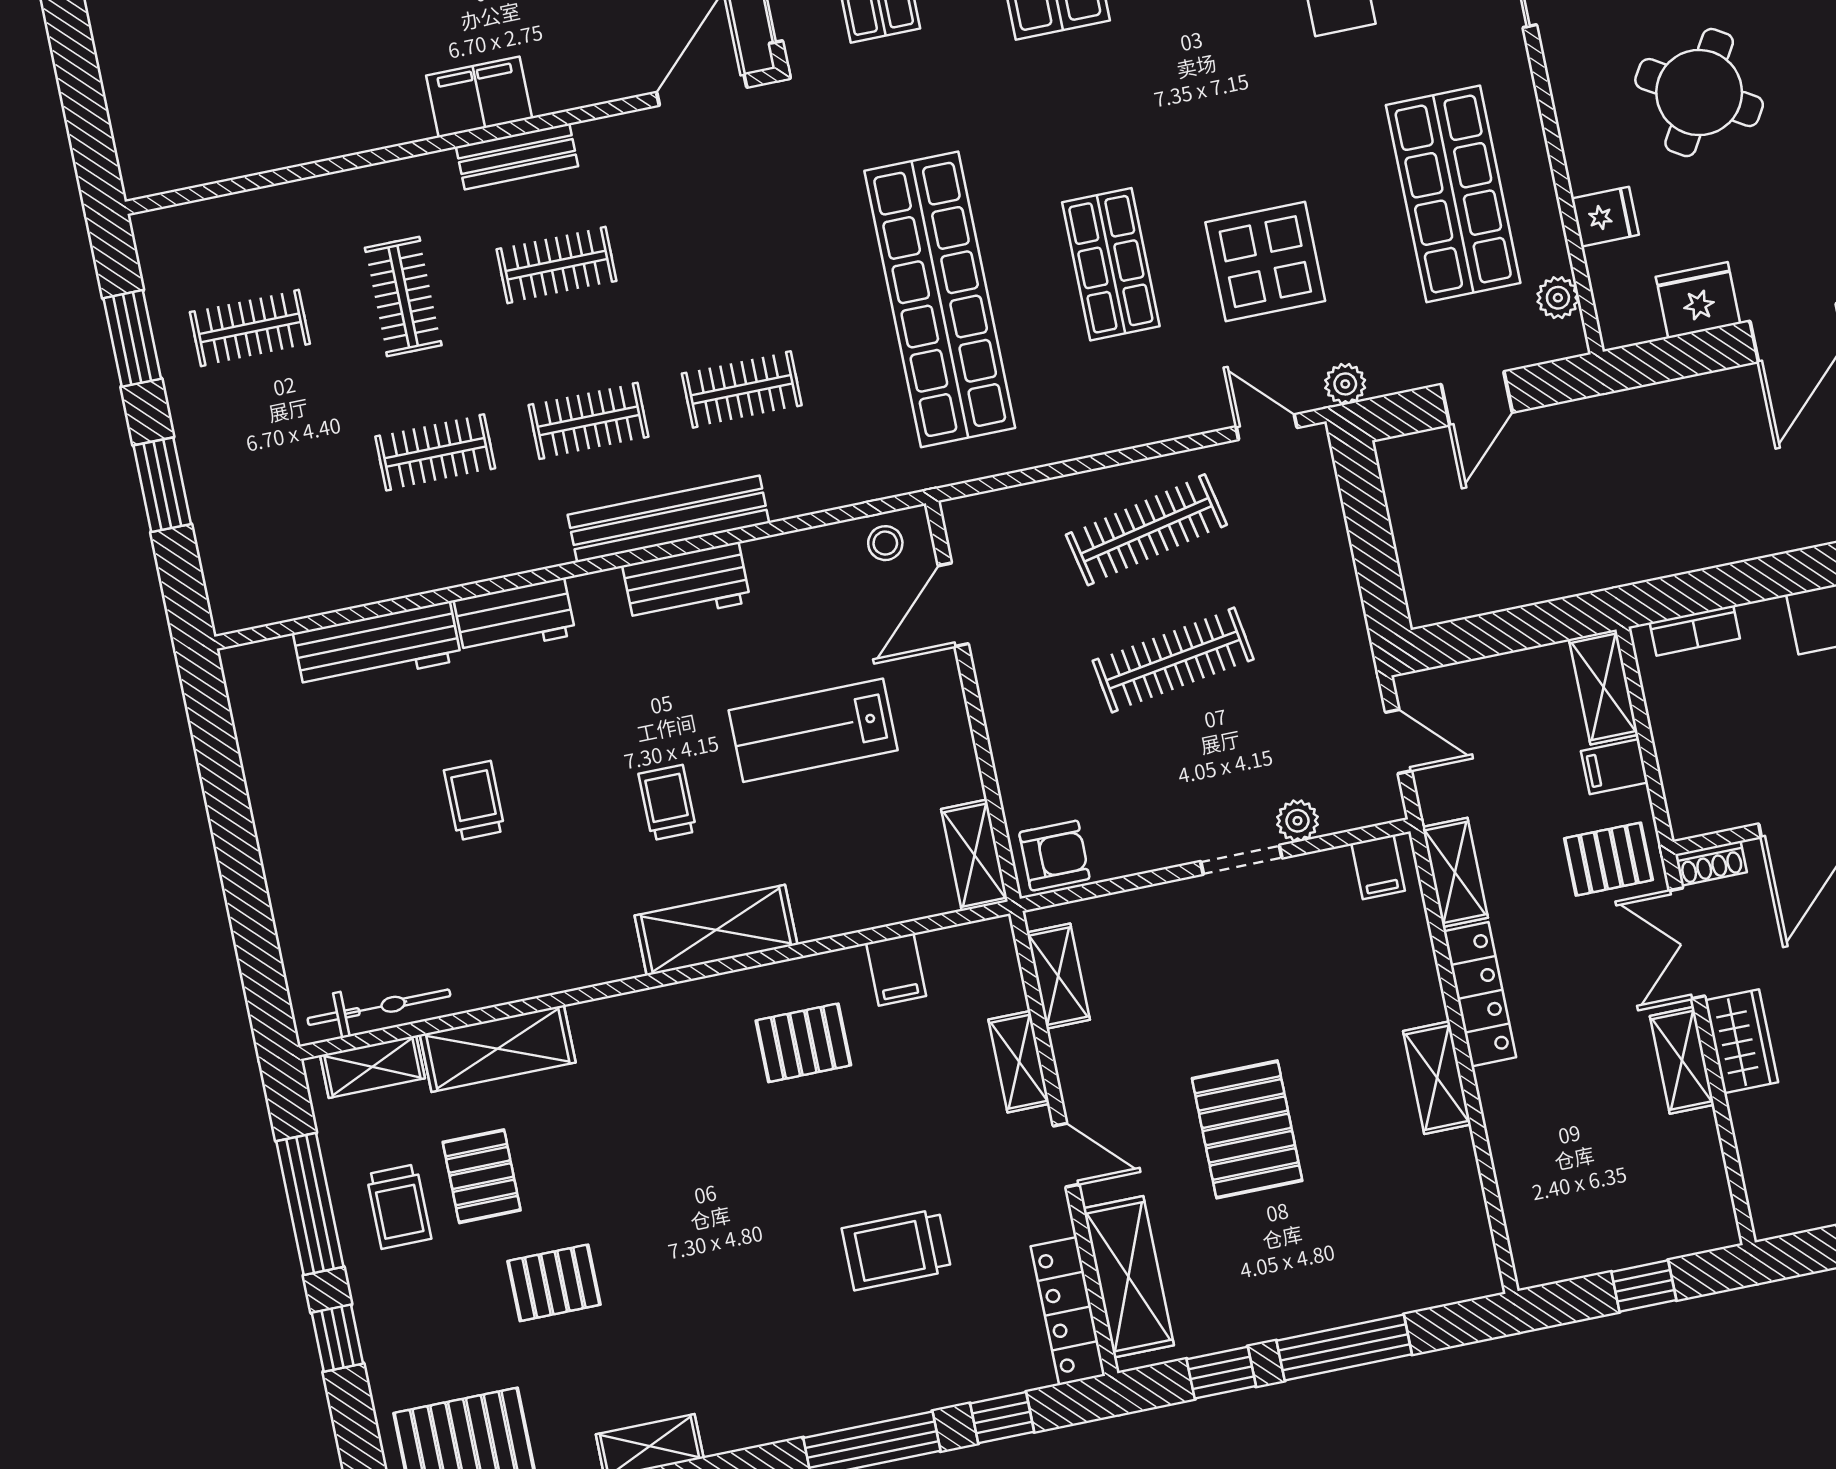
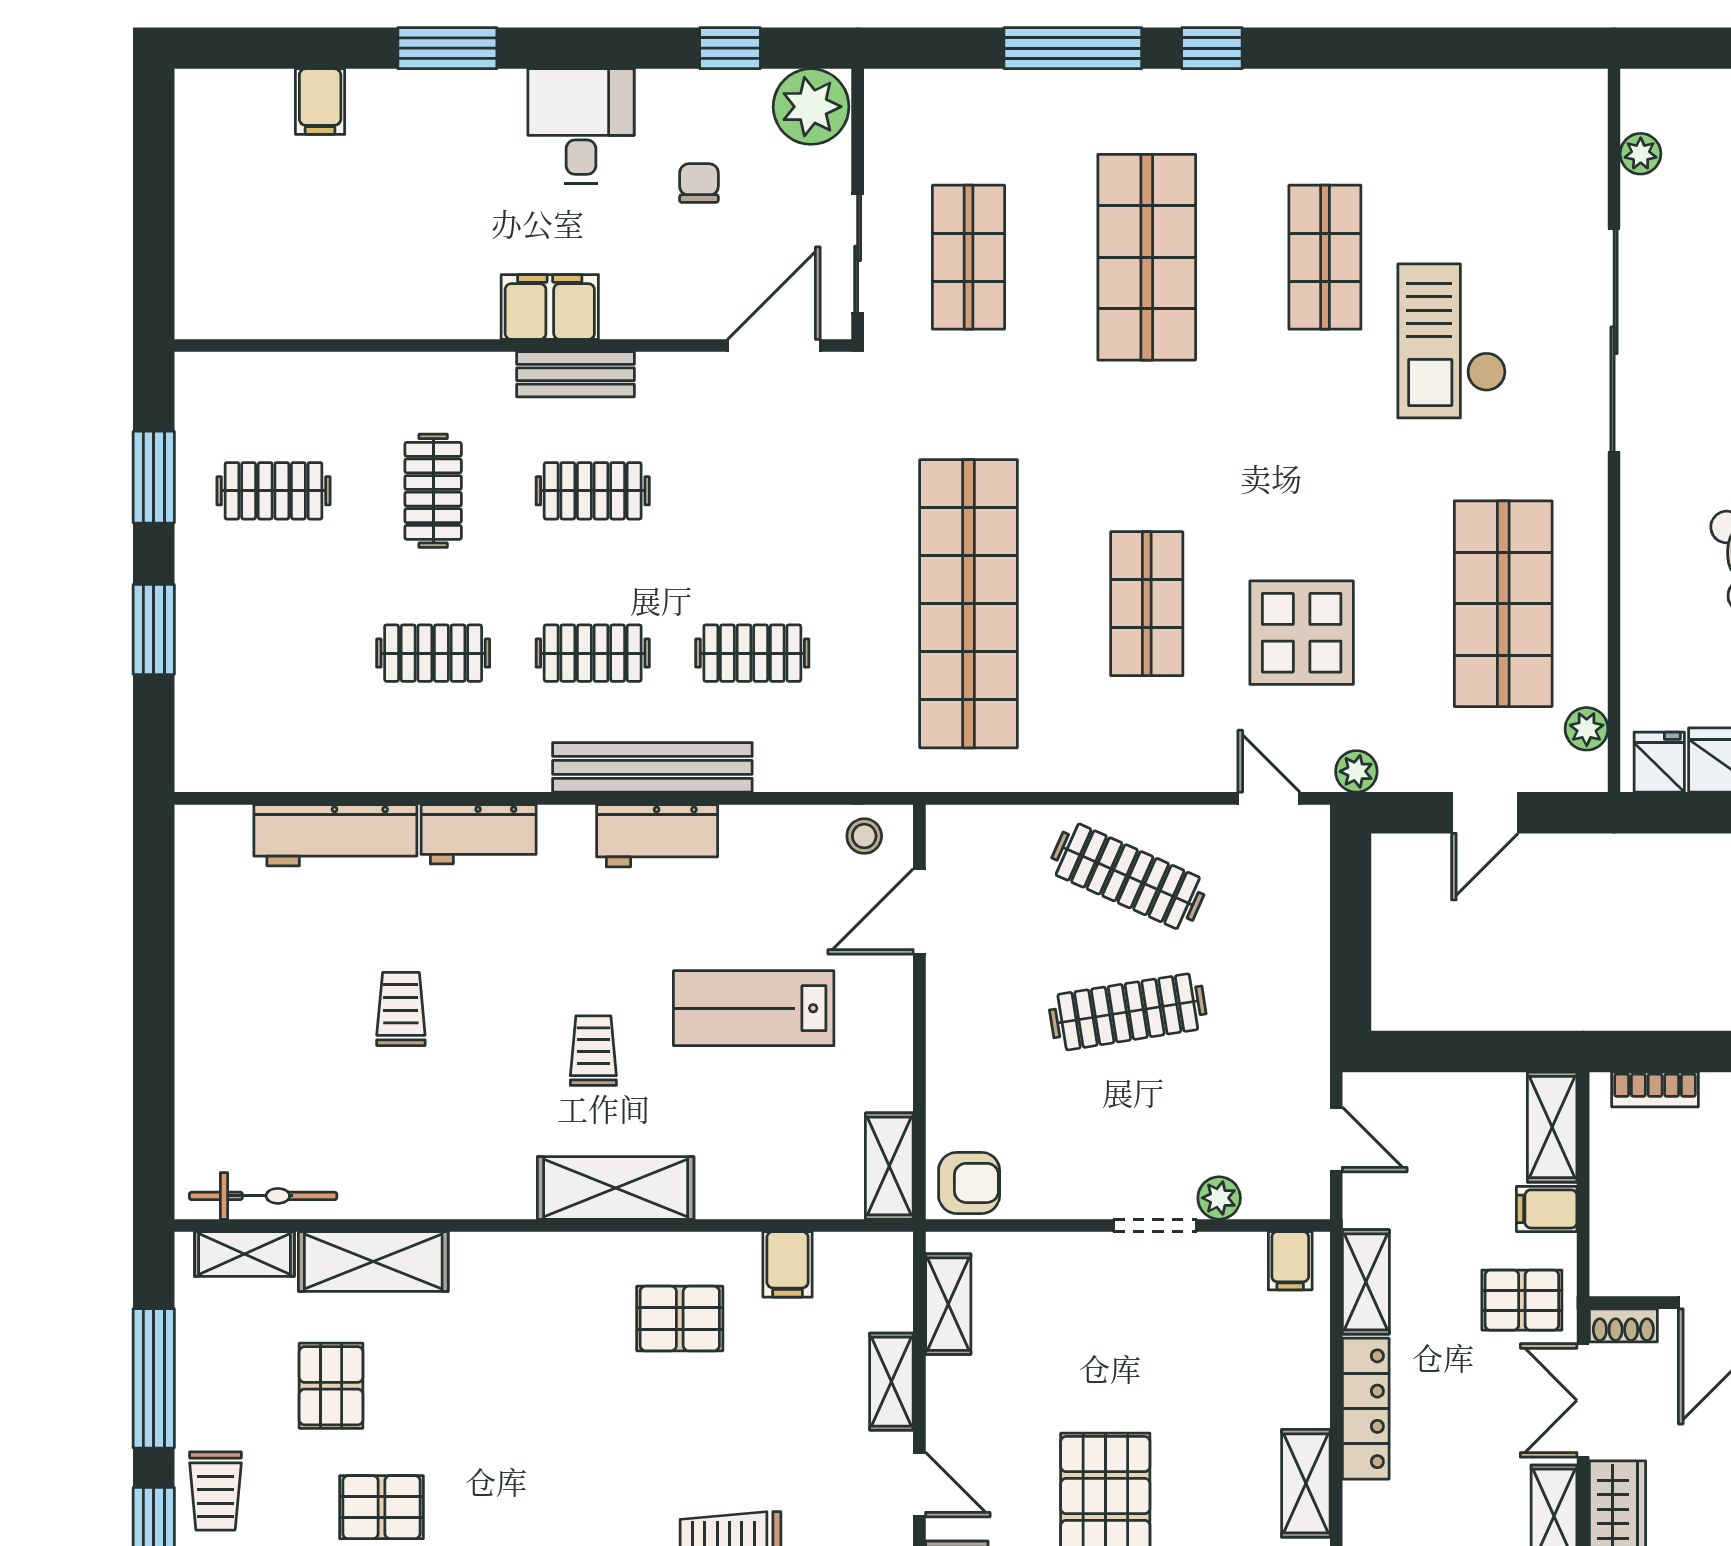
fridge: (1605, 217) -> (1659, 762), moved, turned -90
clothes rail: (1146, 530) -> (1128, 876), turned 36
trolley: (399, 1207) -> (215, 1491), moved

